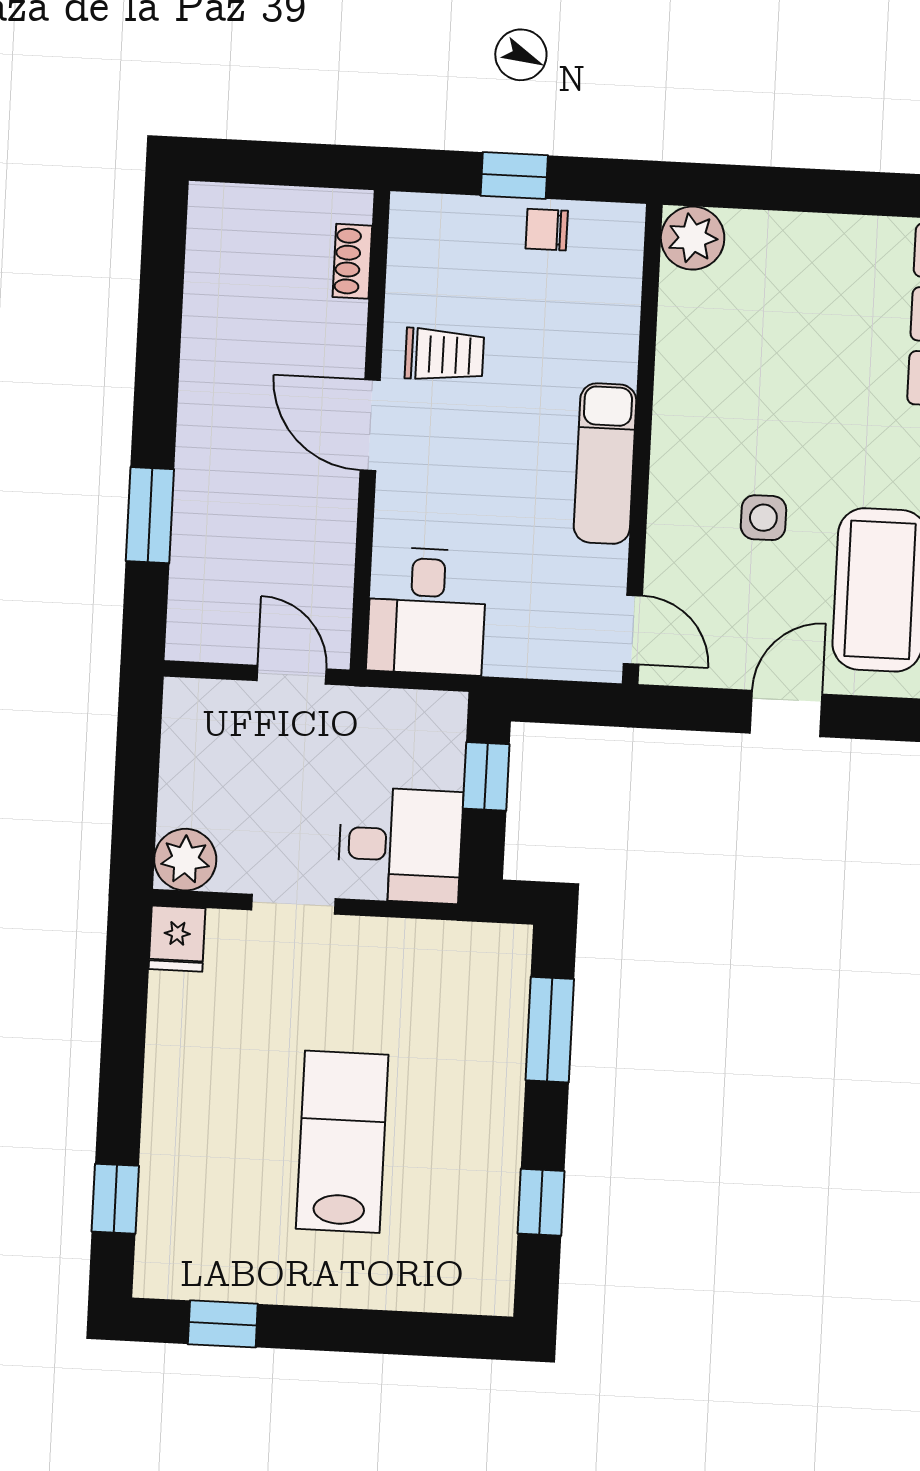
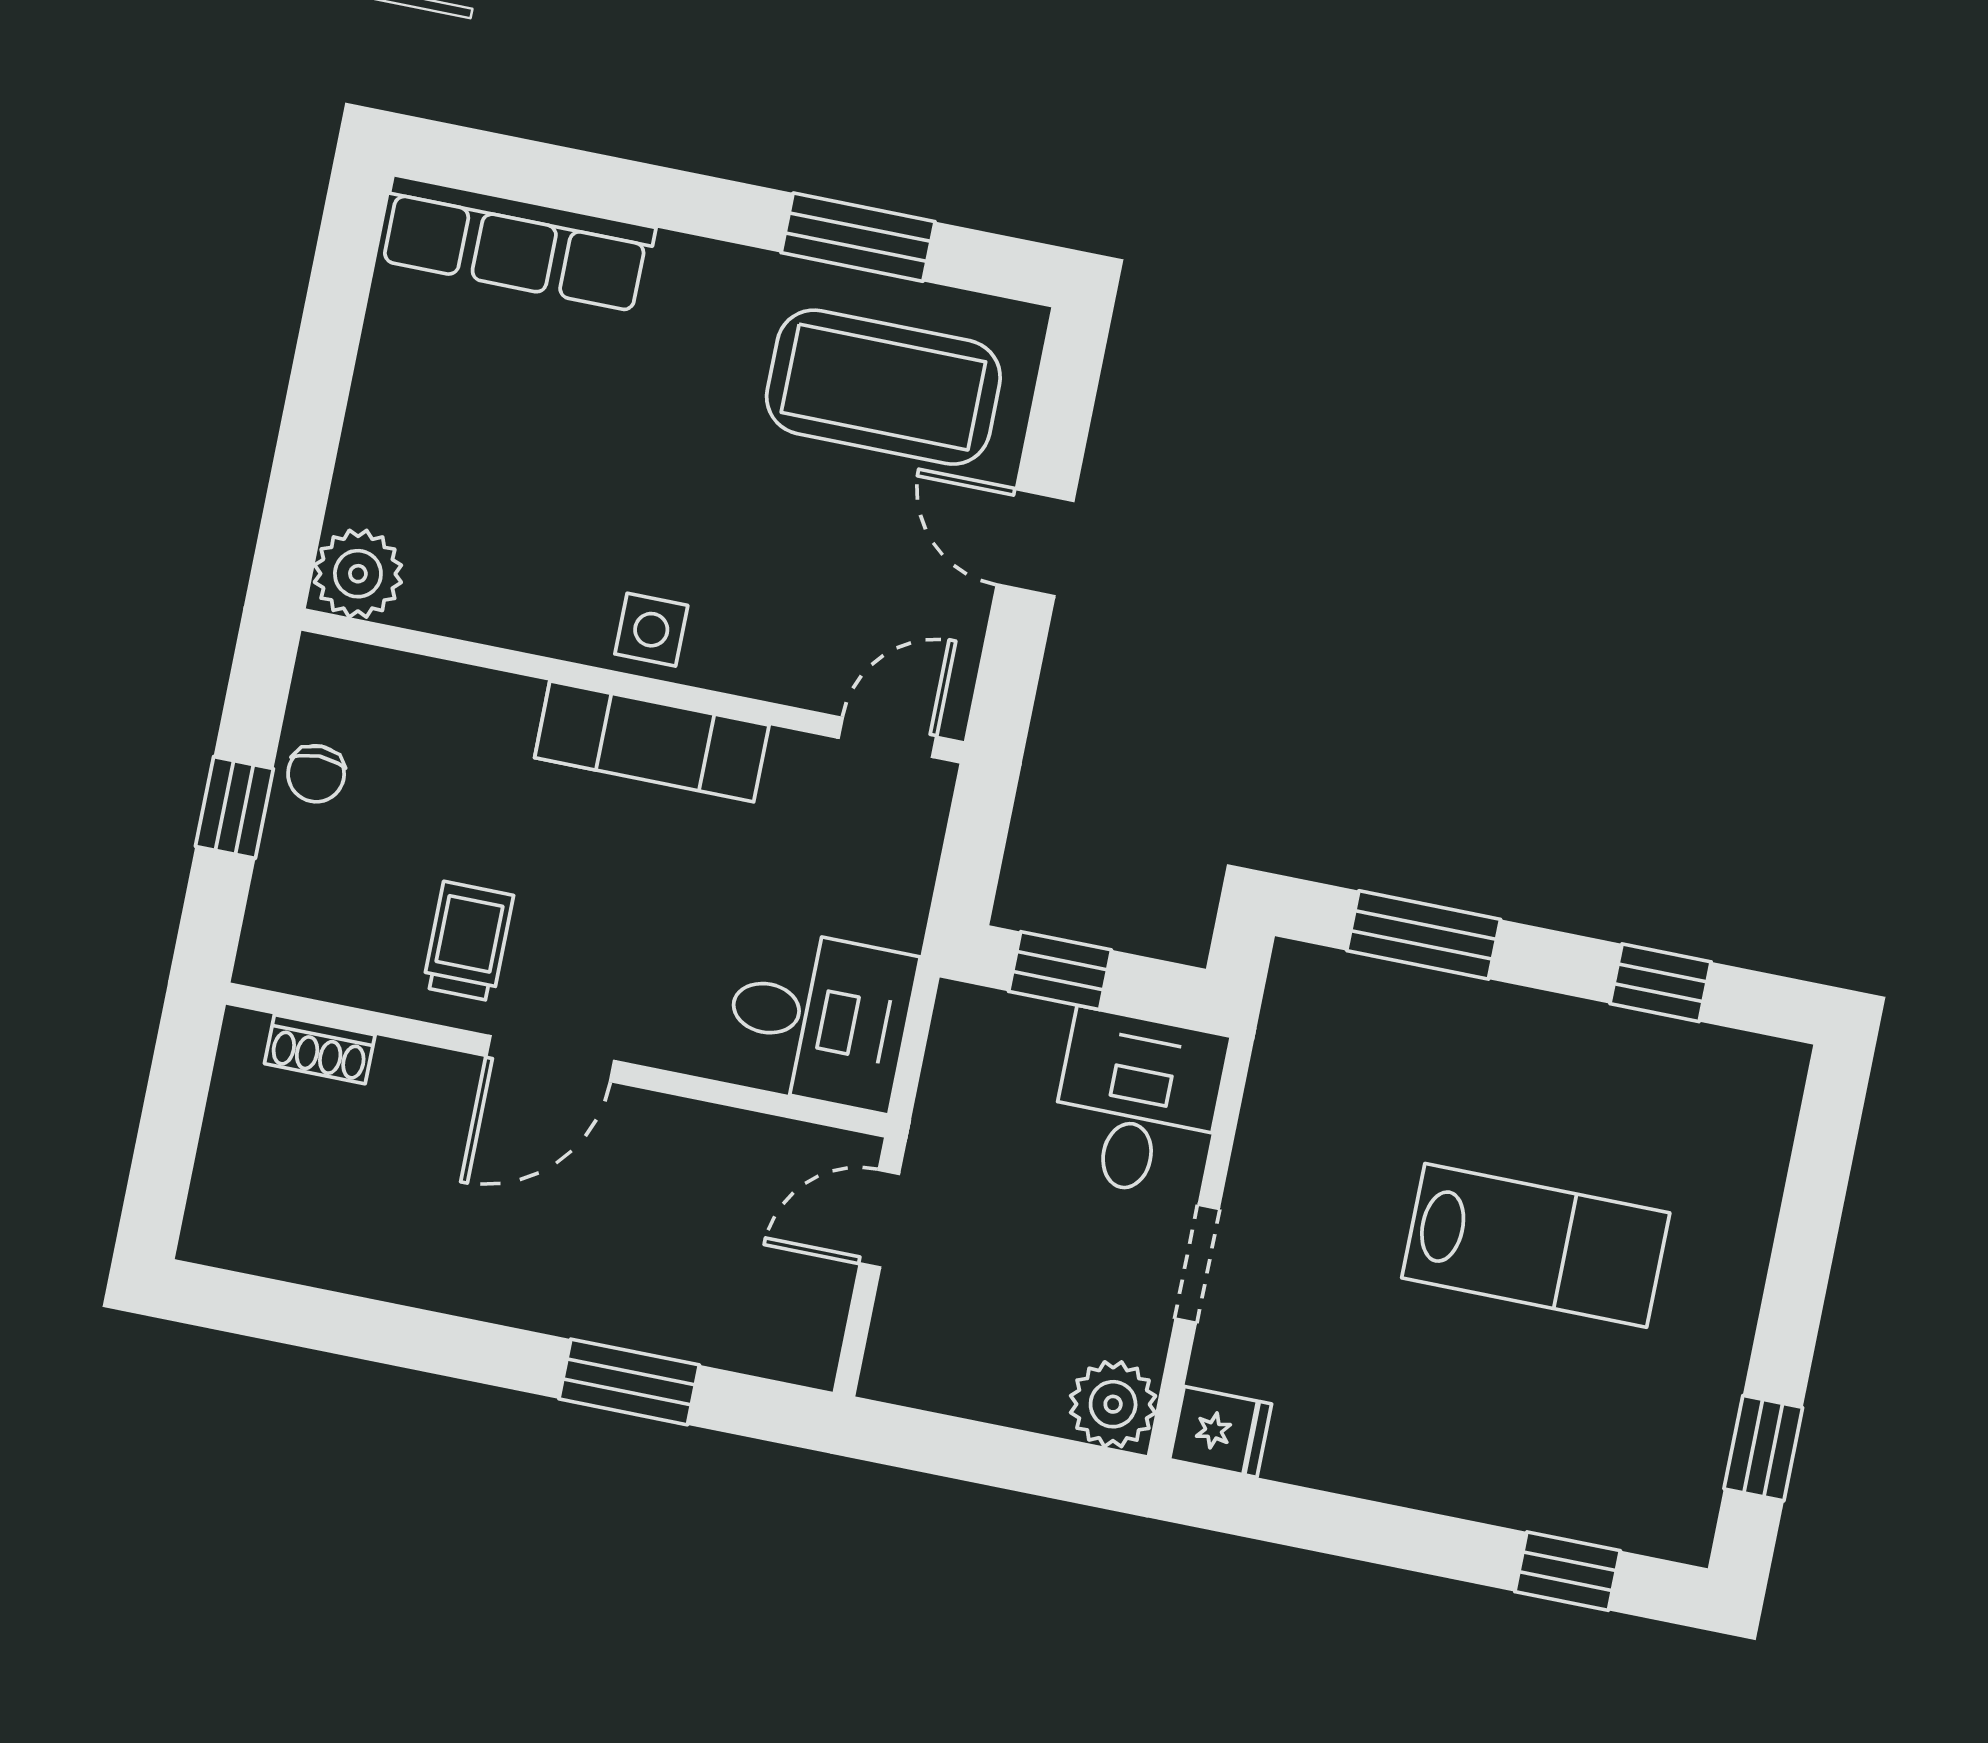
side table: (763, 518) -> (651, 630), moved
lab bench: (342, 1142) -> (1536, 1245), turned 180

